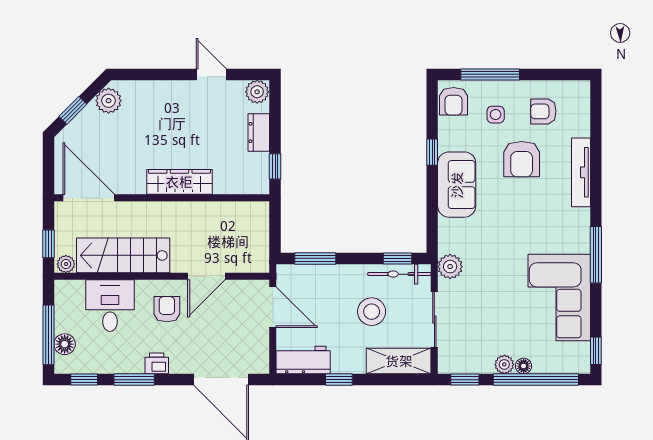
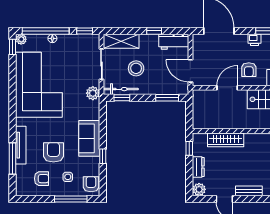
bench: (167, 89) -> (249, 191), added
wardrobe: (179, 182) -> (226, 140), moved
window: (596, 255) -> (13, 158), moved
corner sofa: (559, 297) -> (39, 85), width x1.36, depth x1.36
plant: (504, 364) -> (21, 39), moved

